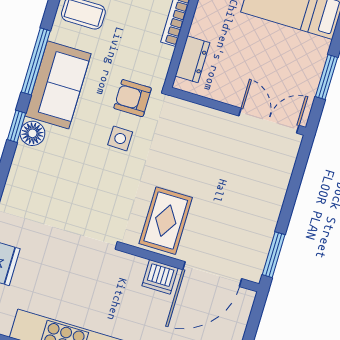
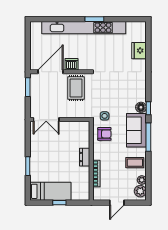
wall: (238, 111) -> (60, 120), moved
double door: (269, 121) -> (46, 120), moved

